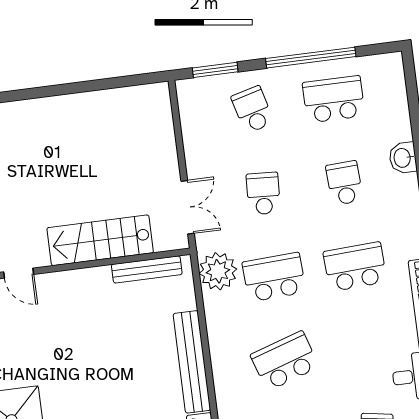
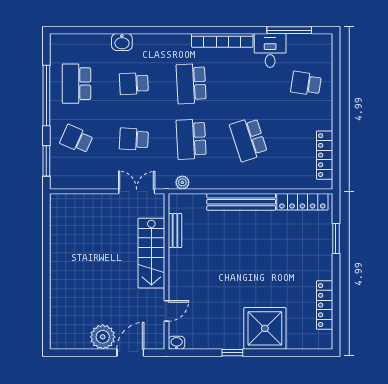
school desk: (253, 110) -> (76, 139), turned 39
bench: (147, 269) -> (175, 230), width x0.73
plant: (218, 271) -> (182, 182), width x0.53, depth x0.53

